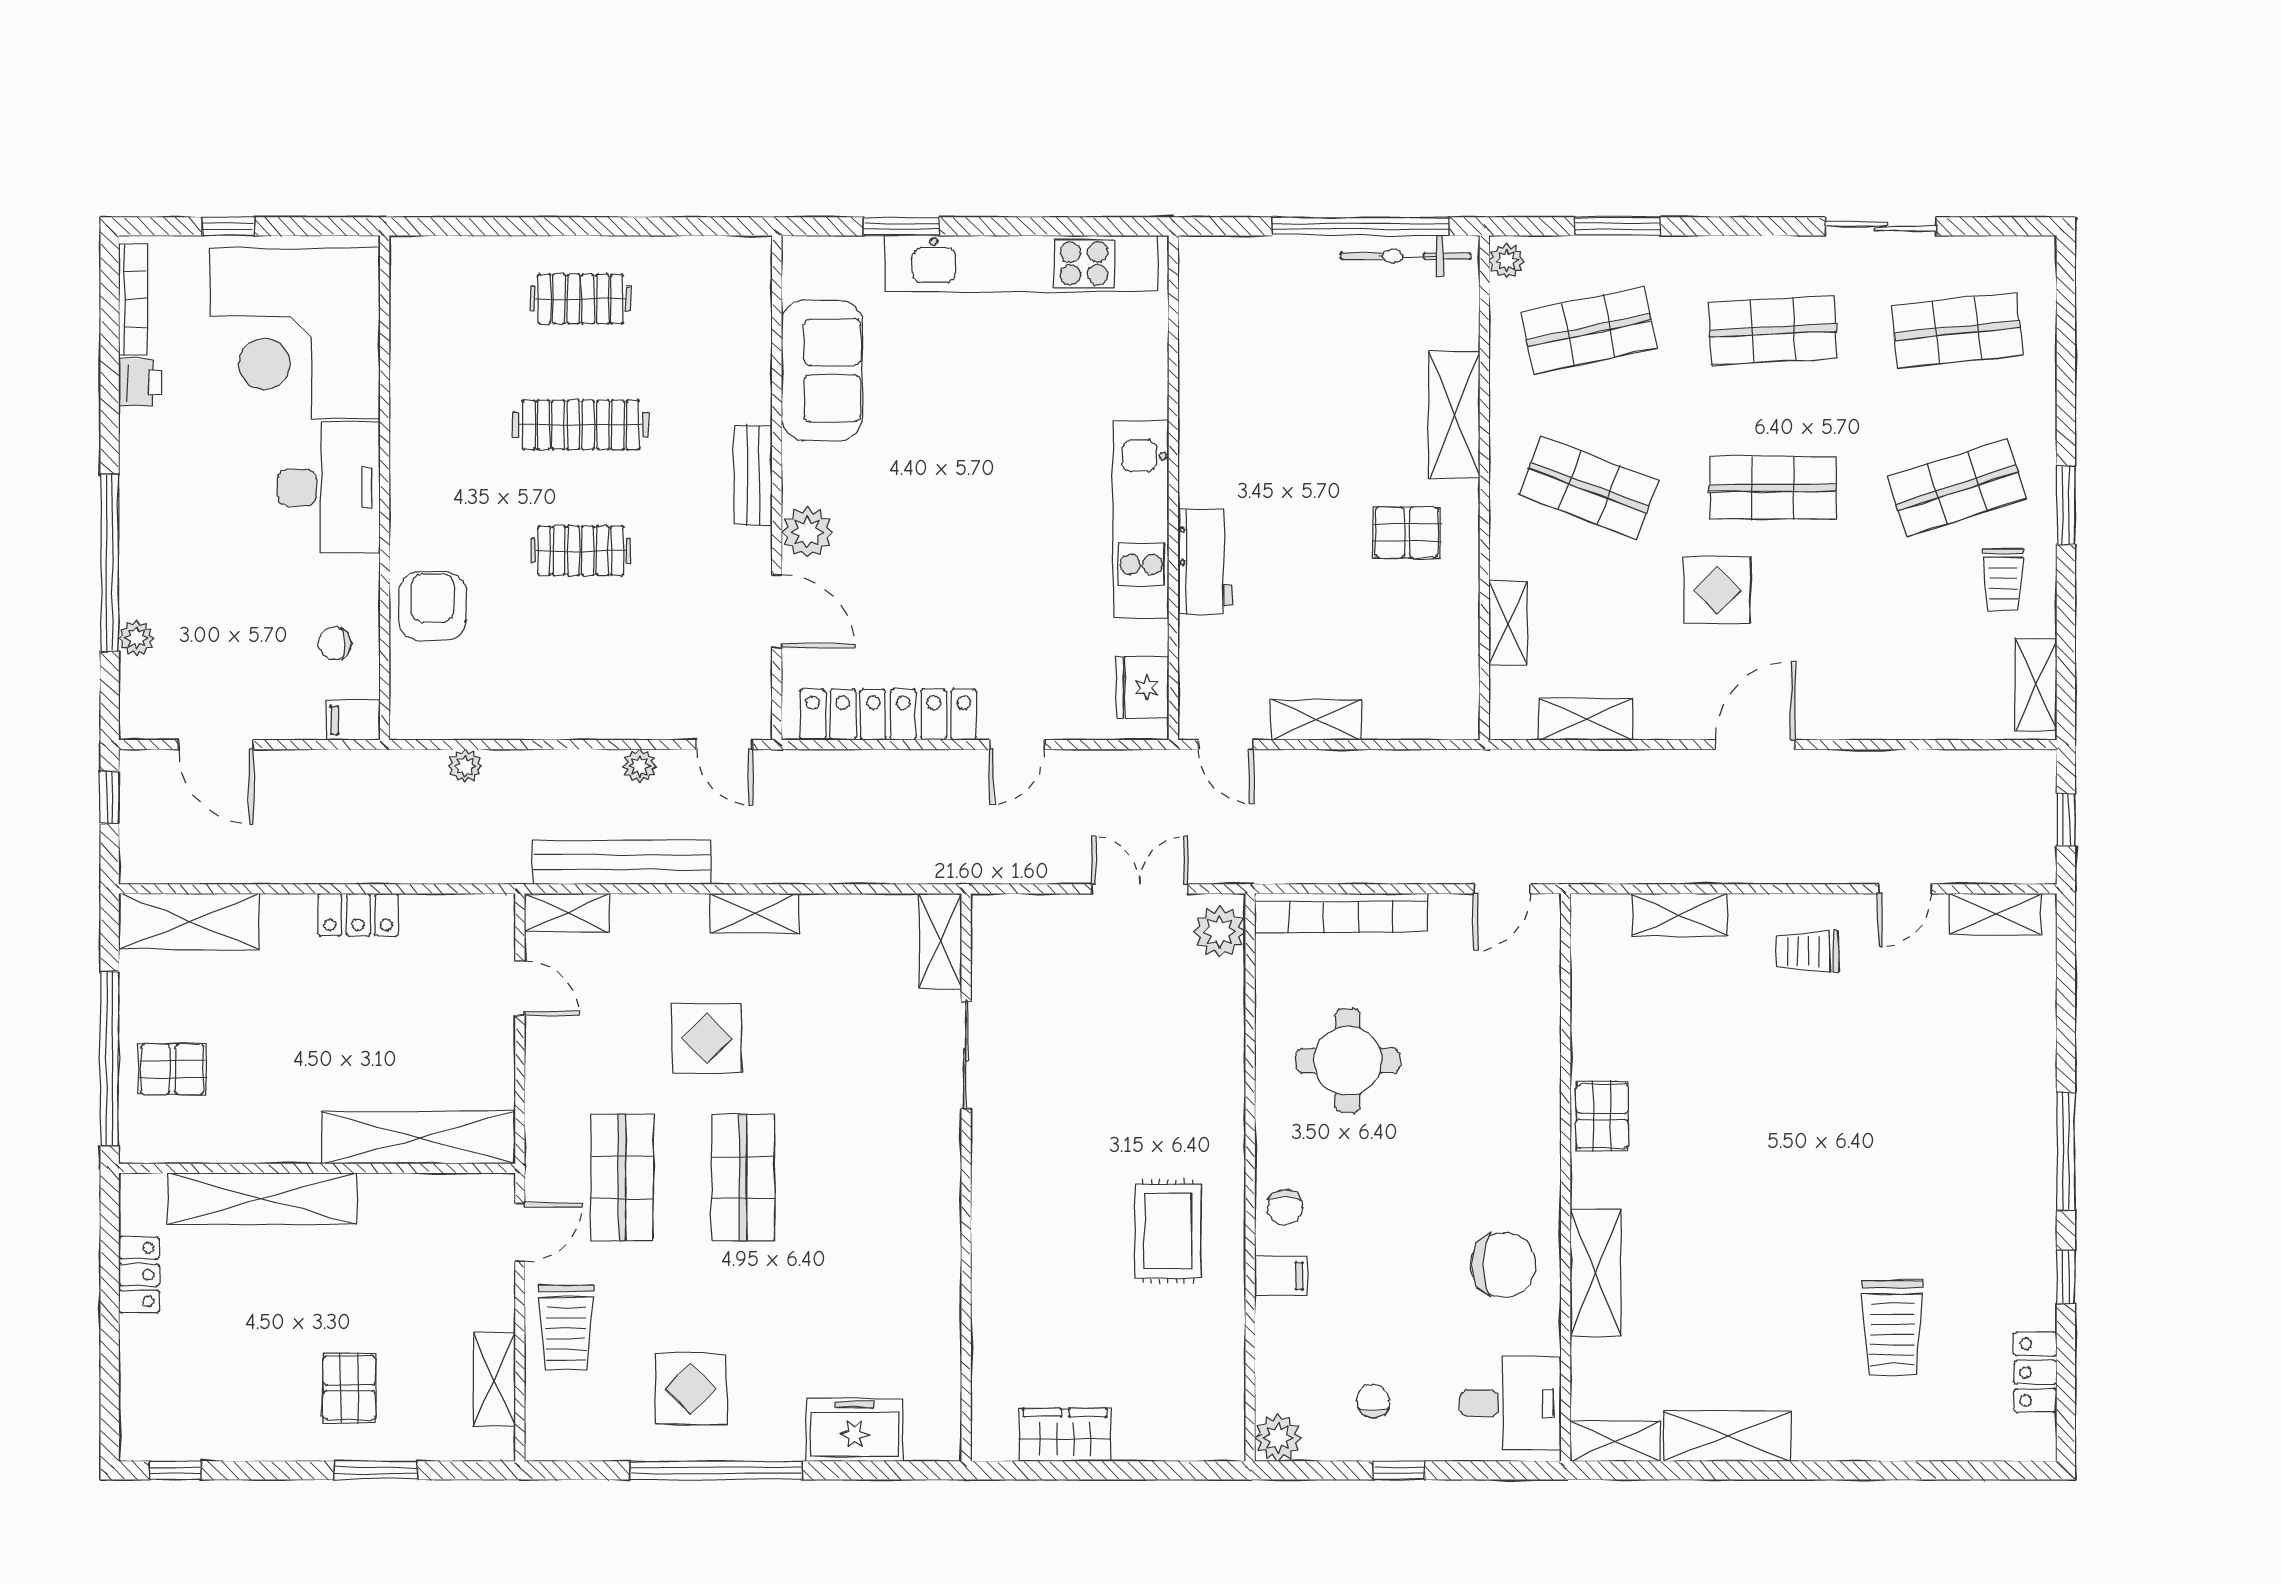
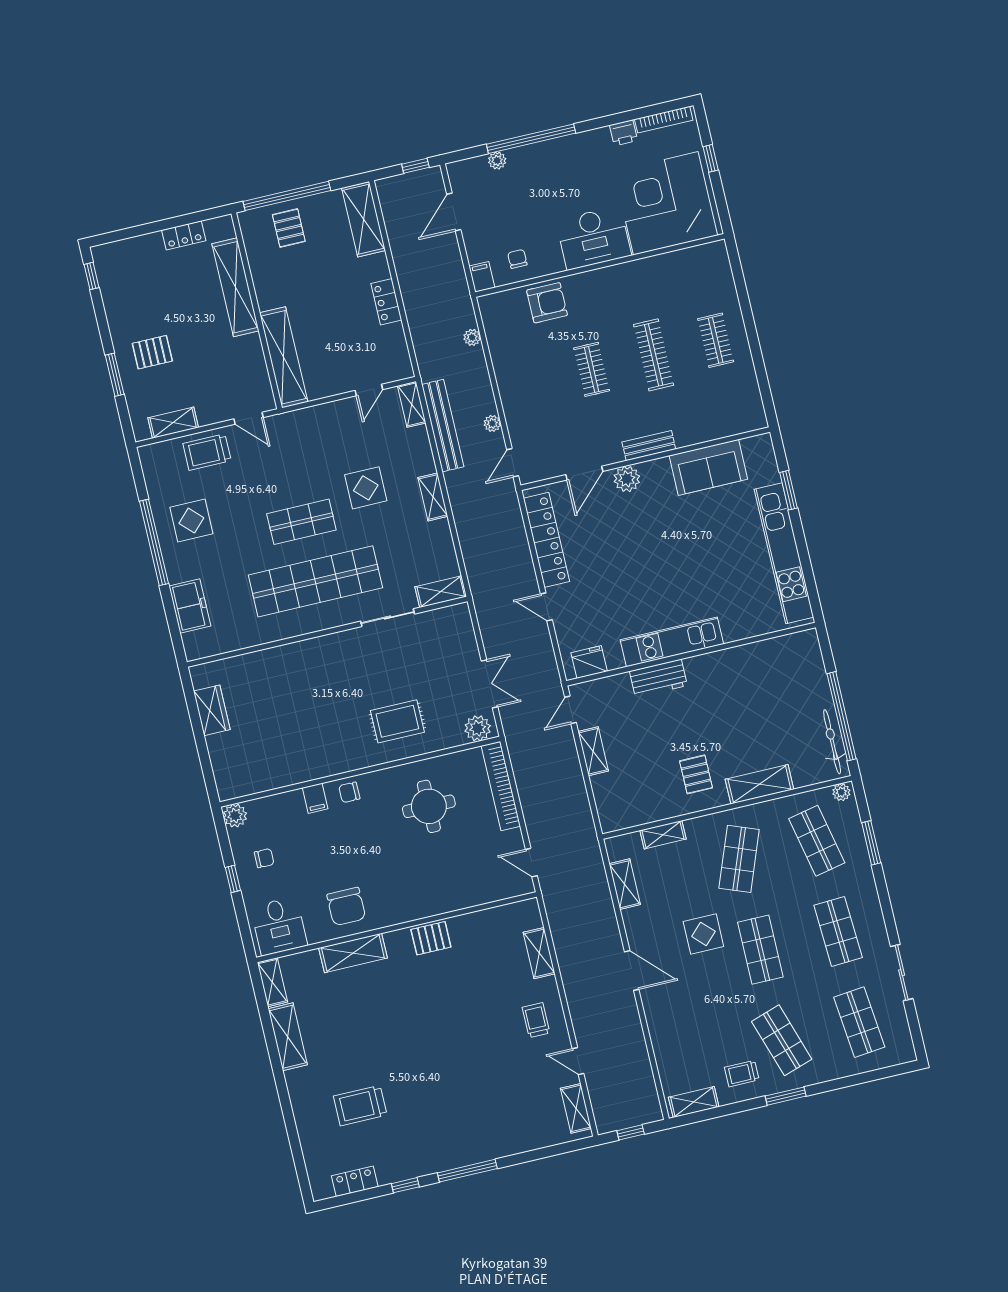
shop shelf: (622, 1177) -> (315, 581), moved, width x2.00, depth x1.36
rug: (1168, 1231) -> (397, 721), moved

